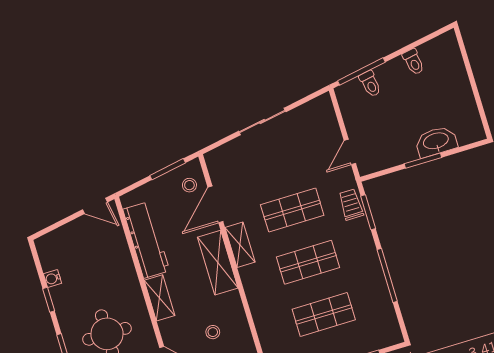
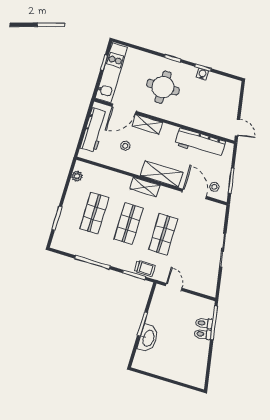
toilet: (413, 62) -> (203, 334), moved
door: (95, 206) -> (238, 127), swing flipped
shelving: (240, 245) -> (145, 187), moved
water cooler: (53, 279) -> (202, 74), moved
shelving: (159, 298) -> (147, 124), moved

